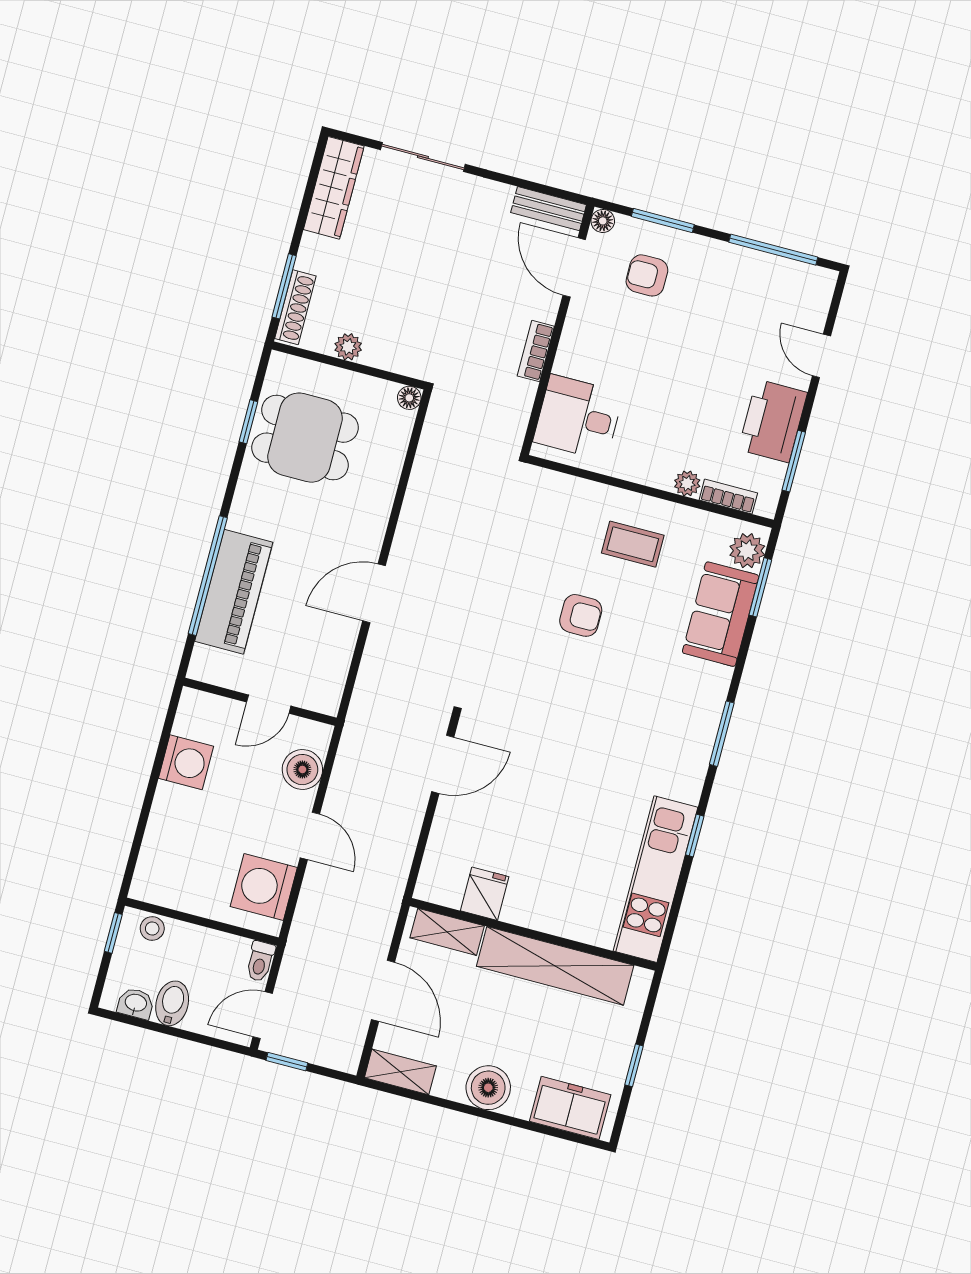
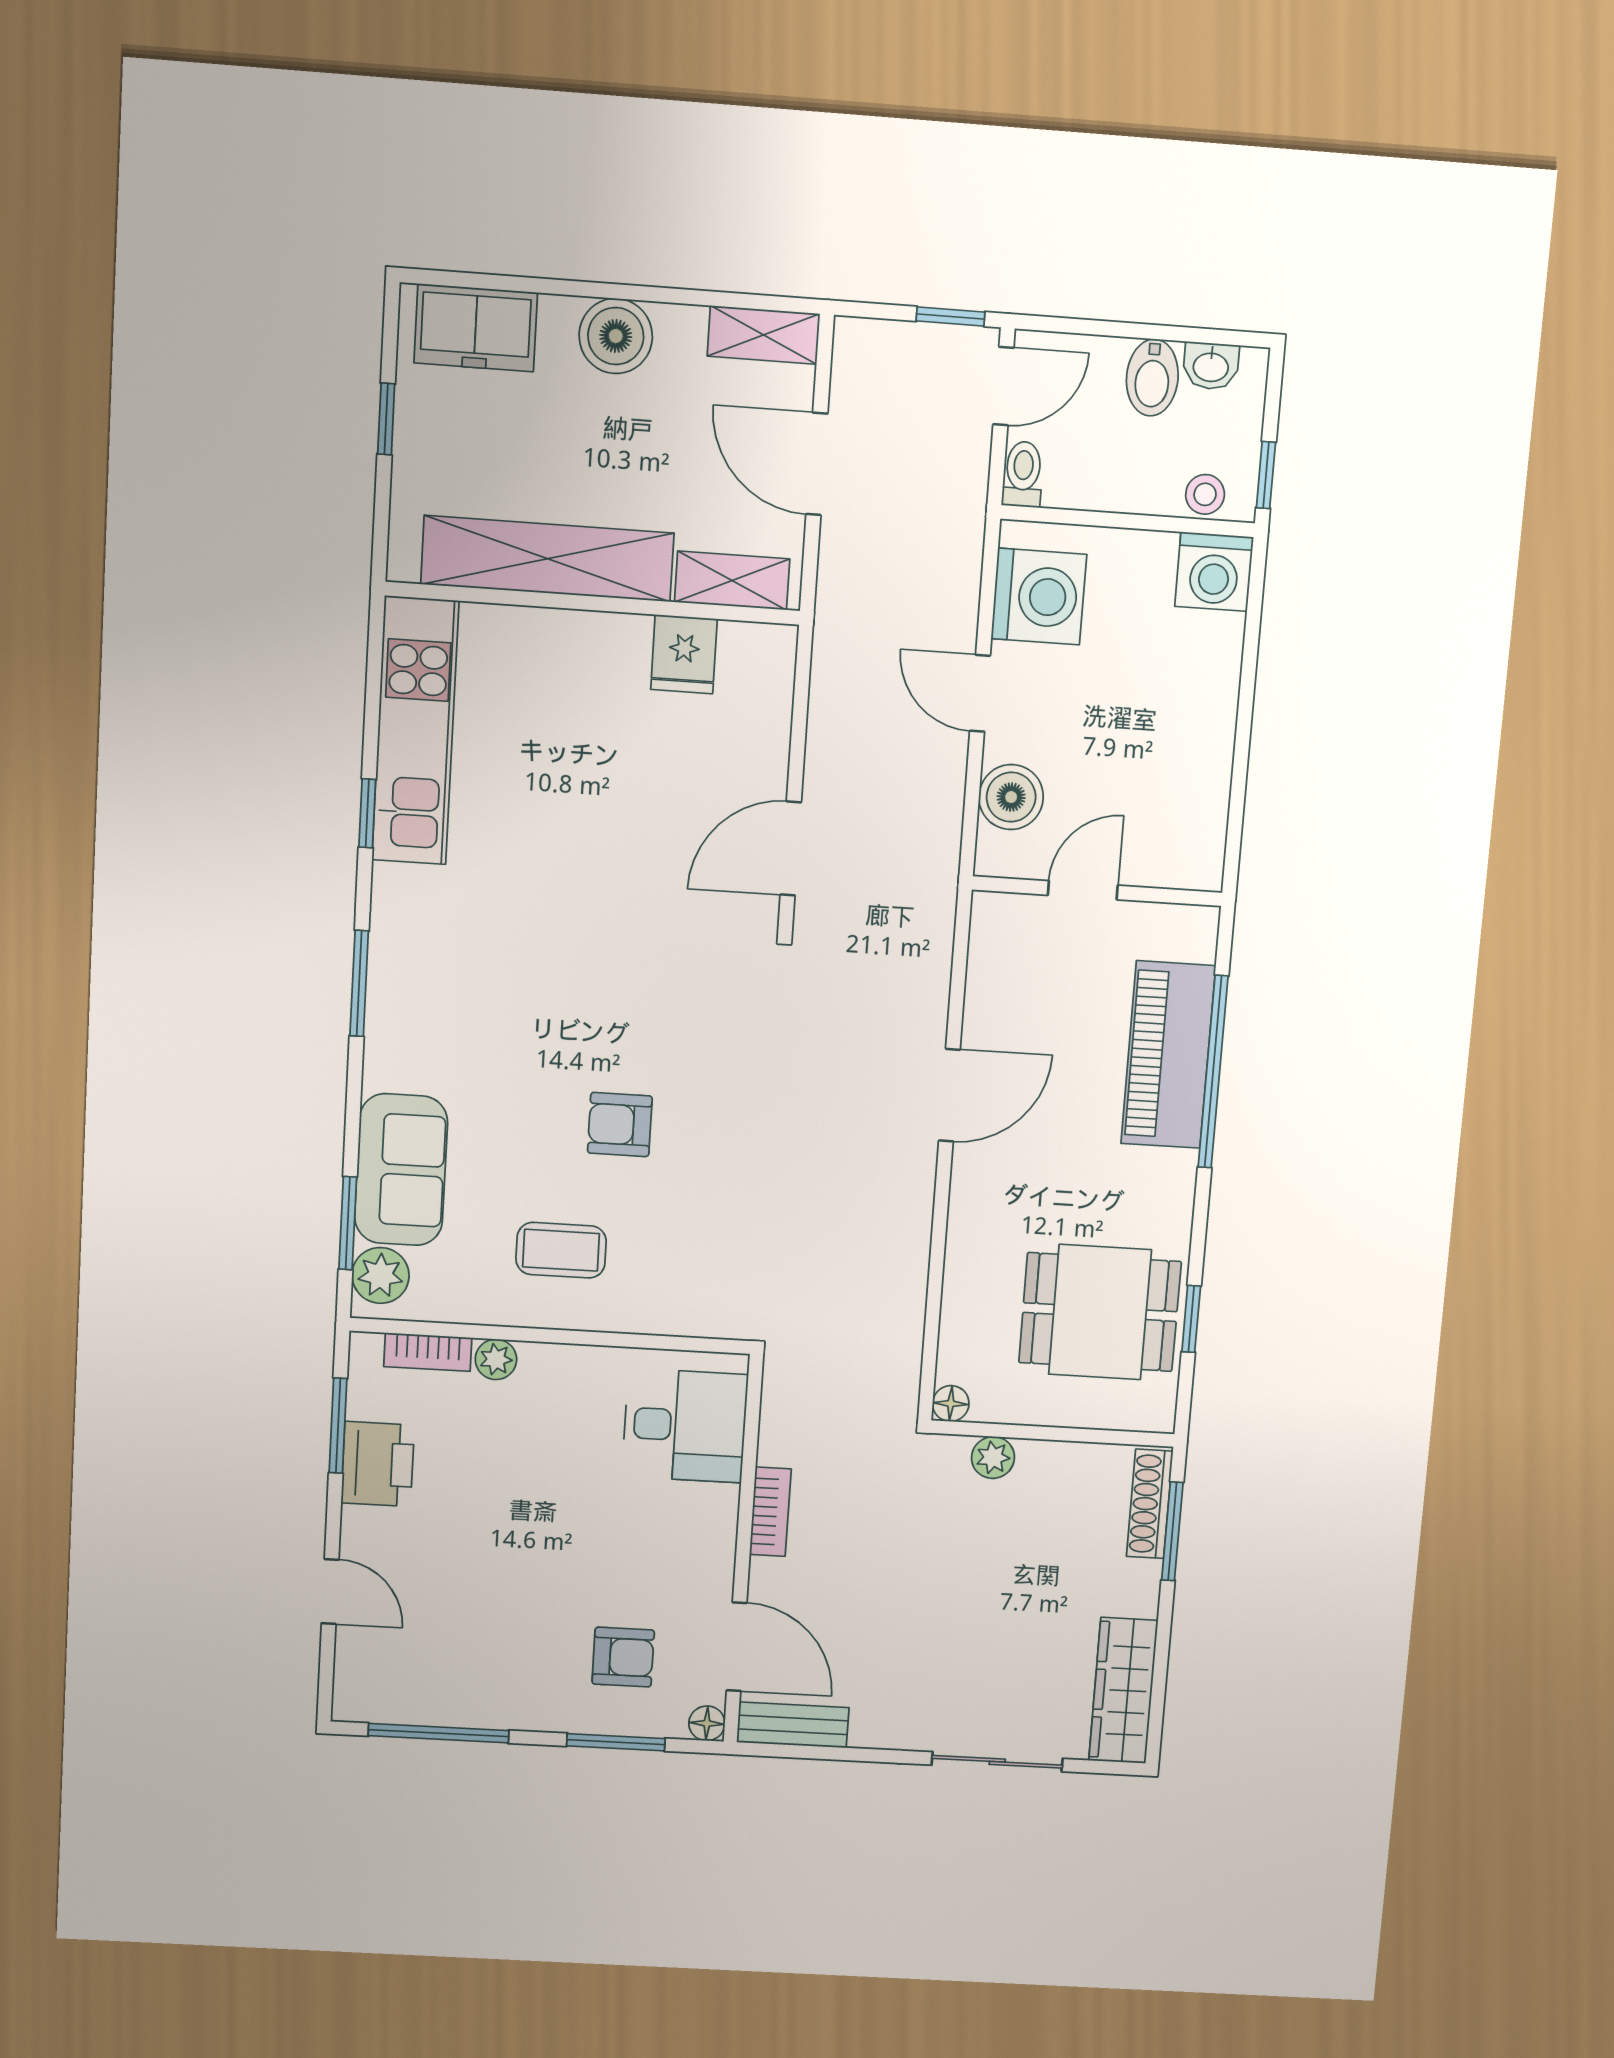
plant: (348, 347) -> (993, 1458), moved
printer: (773, 421) -> (378, 1464), width x0.73, depth x0.84
washing machine: (186, 762) -> (1214, 572), moved, turned -90

